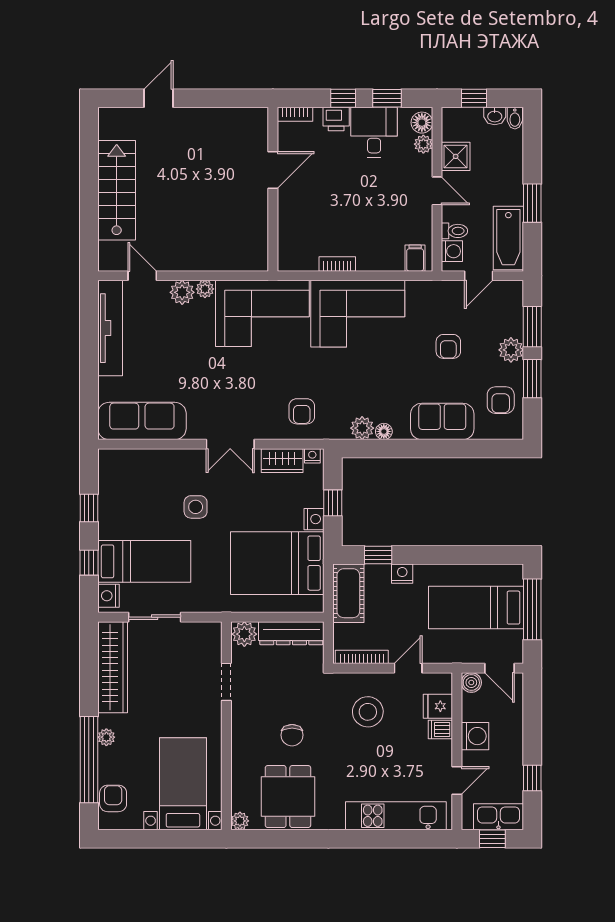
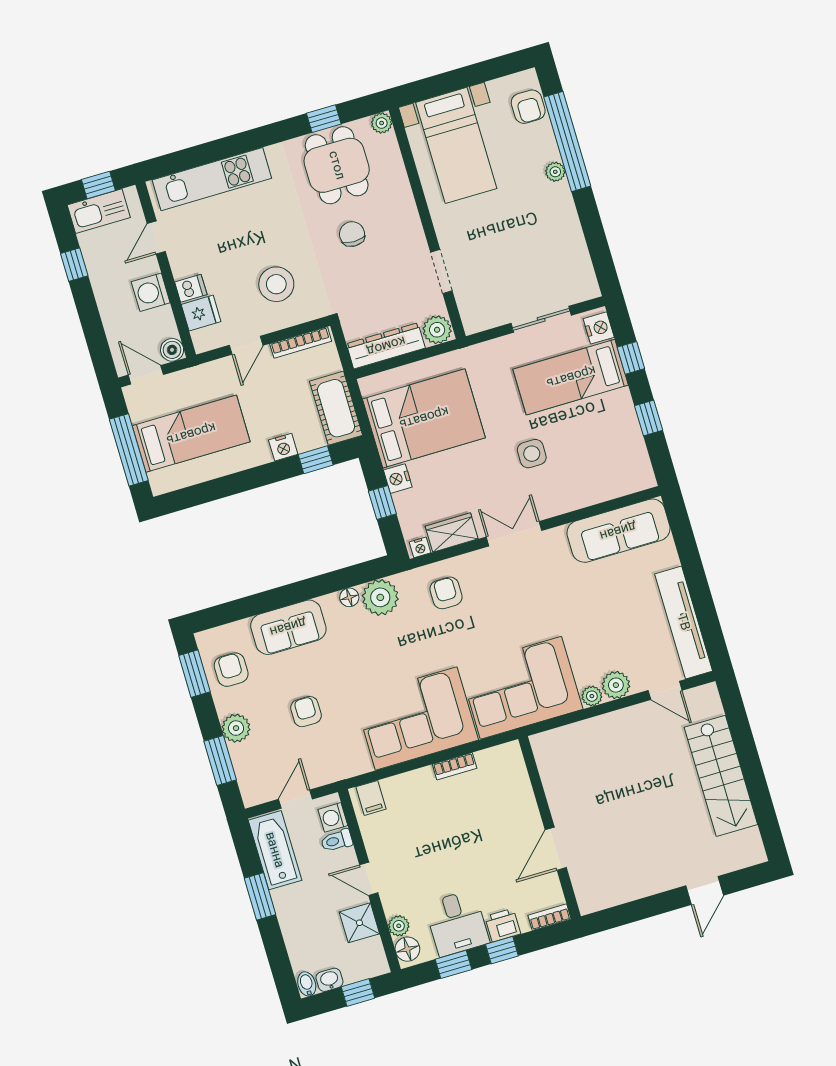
window: (532, 379) -> (195, 674), moved
plant: (362, 428) -> (380, 597), width x1.36, depth x1.36
wardrobe: (113, 667) -> (571, 251), removed
window: (287, 839) -> (324, 119), added

